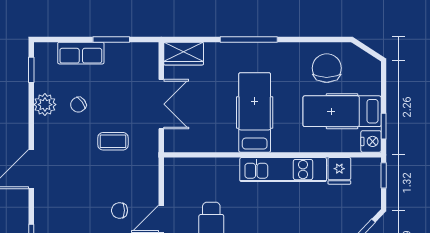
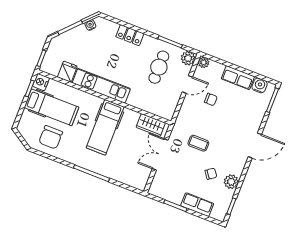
wardrobe: (184, 54) -> (151, 125), moved, turned 180

